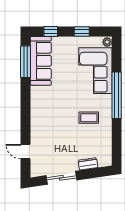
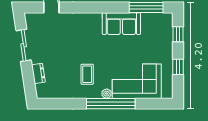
plant: (107, 42) -> (107, 94), moved
sofa: (41, 61) -> (121, 24), moved, width x0.73

